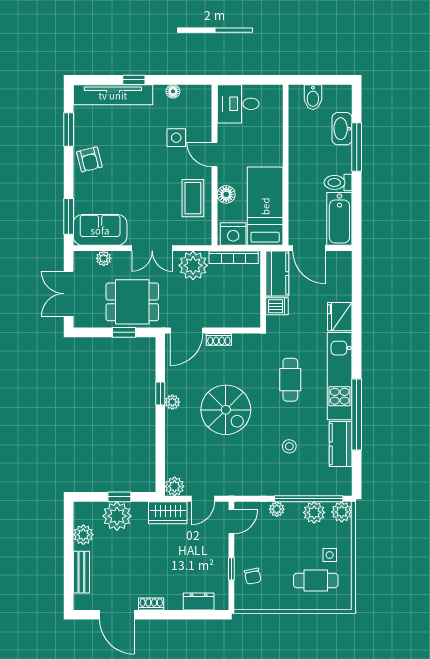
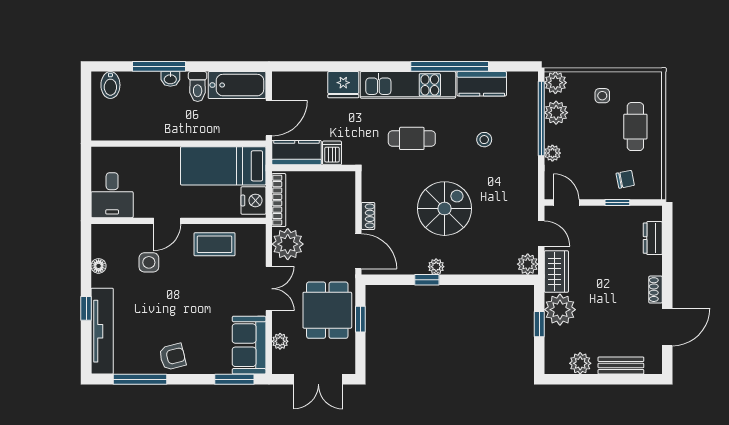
bidet: (313, 97) -> (110, 85), moved, turned 90
washbasin: (342, 129) -> (170, 79), moved, width x0.52, depth x0.69
window: (69, 130) -> (140, 379), width x1.44
floor lamp: (226, 194) -> (211, 208), removed
plant: (117, 516) -> (560, 310), moved
cafe table: (316, 581) -> (635, 127), moved

